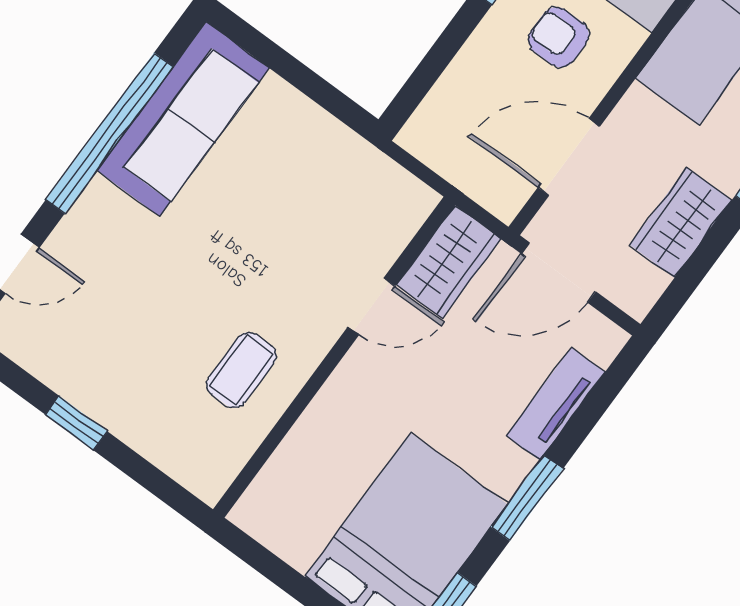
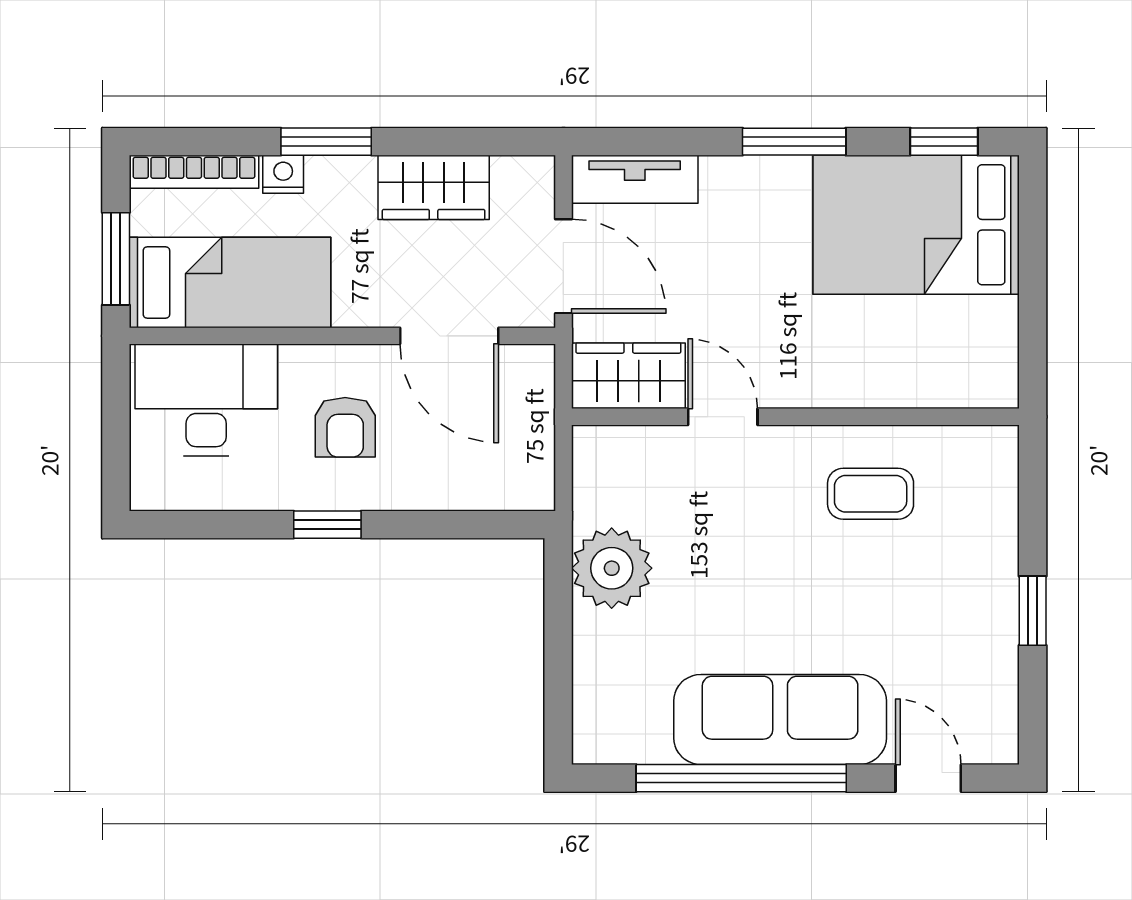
sofa: (183, 119) -> (780, 719), moved
plant: (323, 151) -> (612, 568), added
tv unit: (556, 404) -> (635, 179), moved

